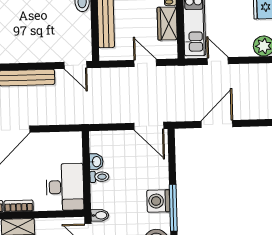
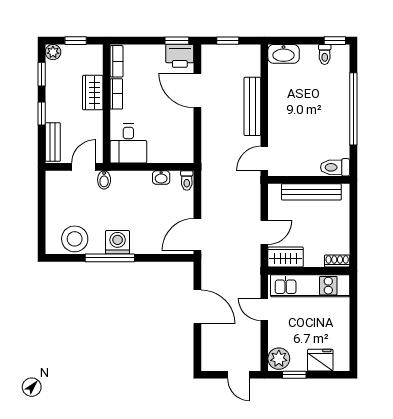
wardrobe: (167, 23) -> (286, 257), moved
door: (218, 61) -> (264, 309), swing flipped
toilet: (99, 177) -> (187, 180), moved
desk: (65, 187) -> (128, 144), width x0.73

